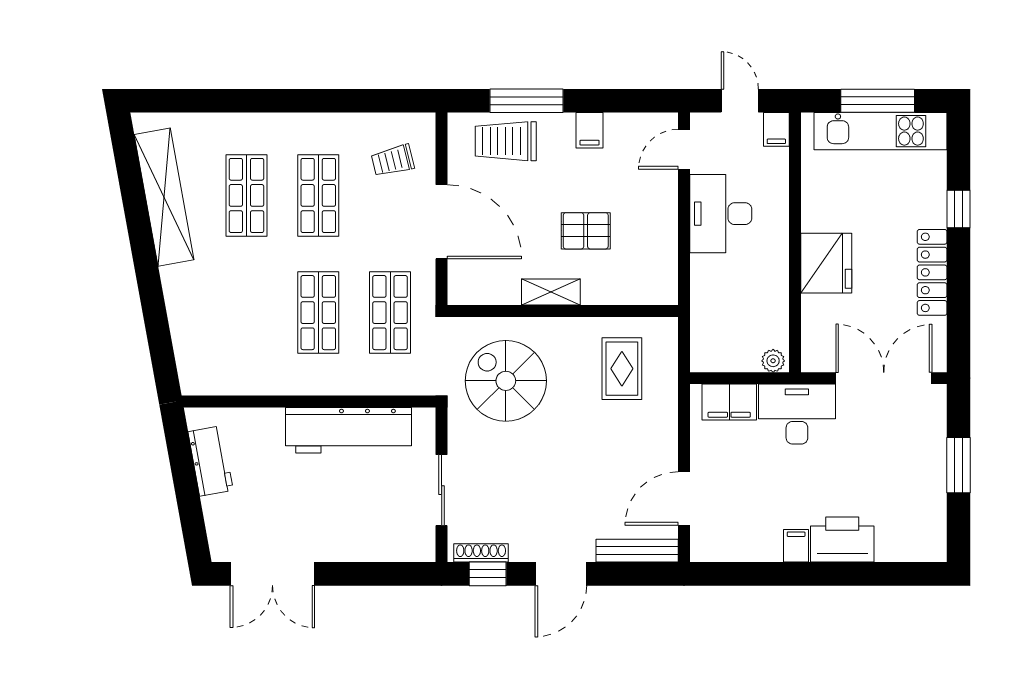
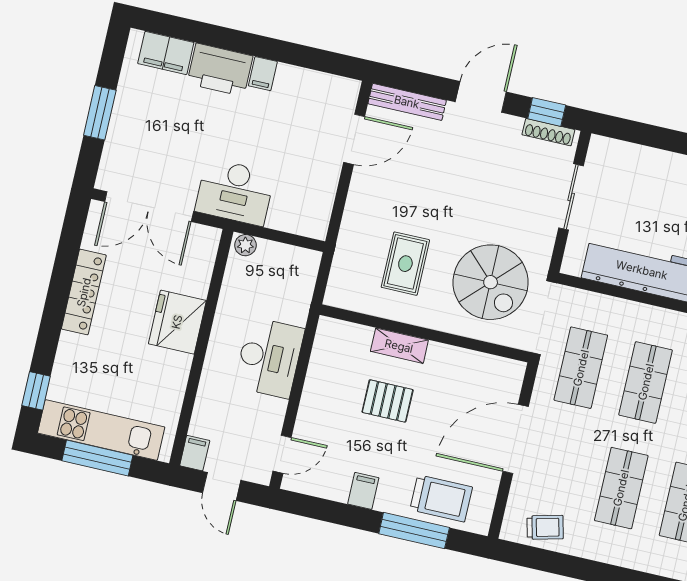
trolley: (393, 161) -> (545, 527), moved
window: (958, 209) -> (36, 391), moved
desk: (721, 214) -> (269, 358), moved
door: (442, 222) -> (516, 439), hinge flipped
shelving: (551, 292) -> (399, 346), moved
rug: (622, 369) -> (405, 264), moved
filing cabinet: (729, 402) -> (166, 53), moved, turned 180

